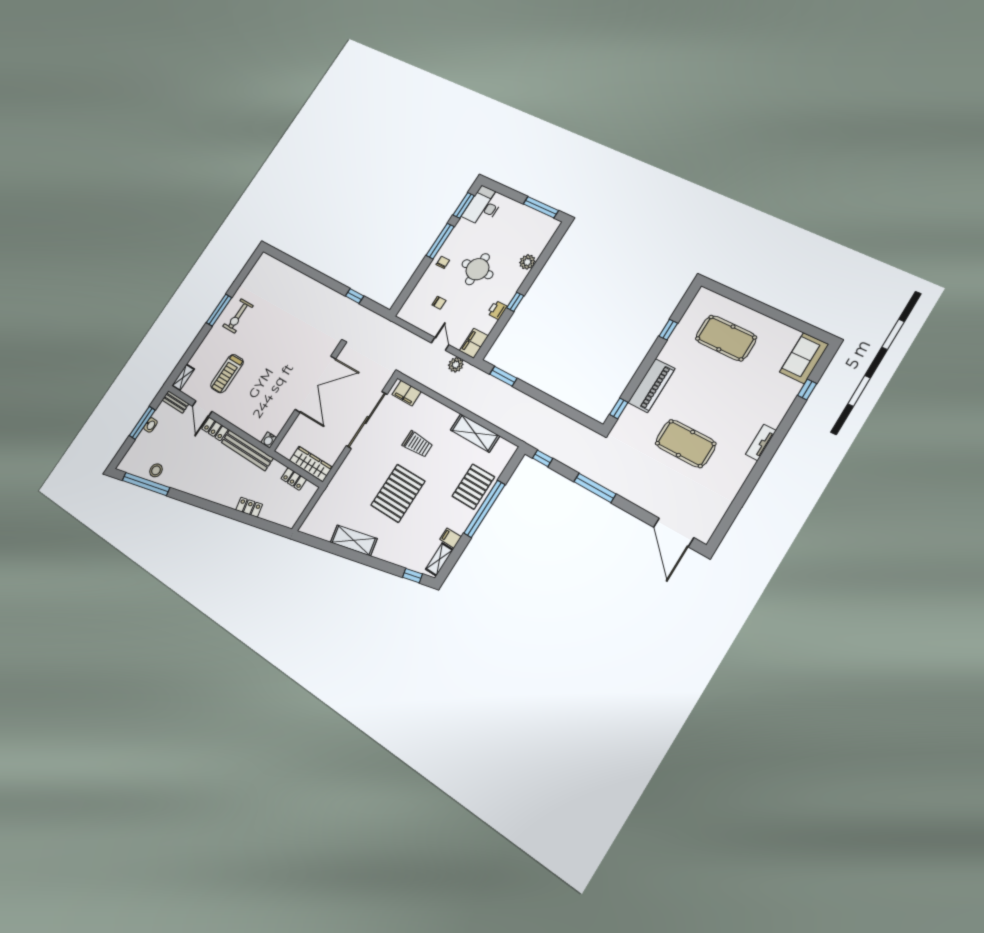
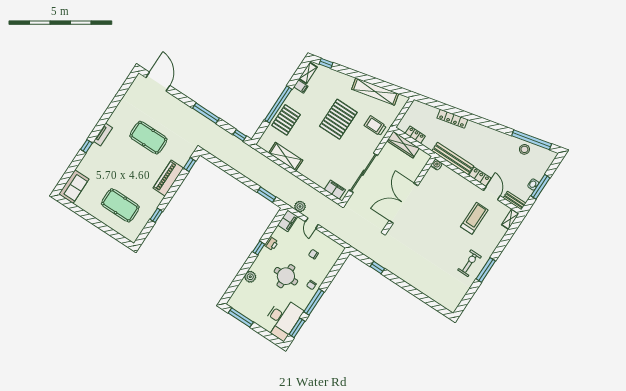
desk: (483, 206) -> (282, 319), width x1.36, depth x1.30
window: (807, 389) -> (86, 146), moved
trolley: (417, 444) -> (375, 126), moved
locker: (249, 507) -> (452, 119), width x1.53
shelving: (354, 540) -> (375, 91), width x1.47

